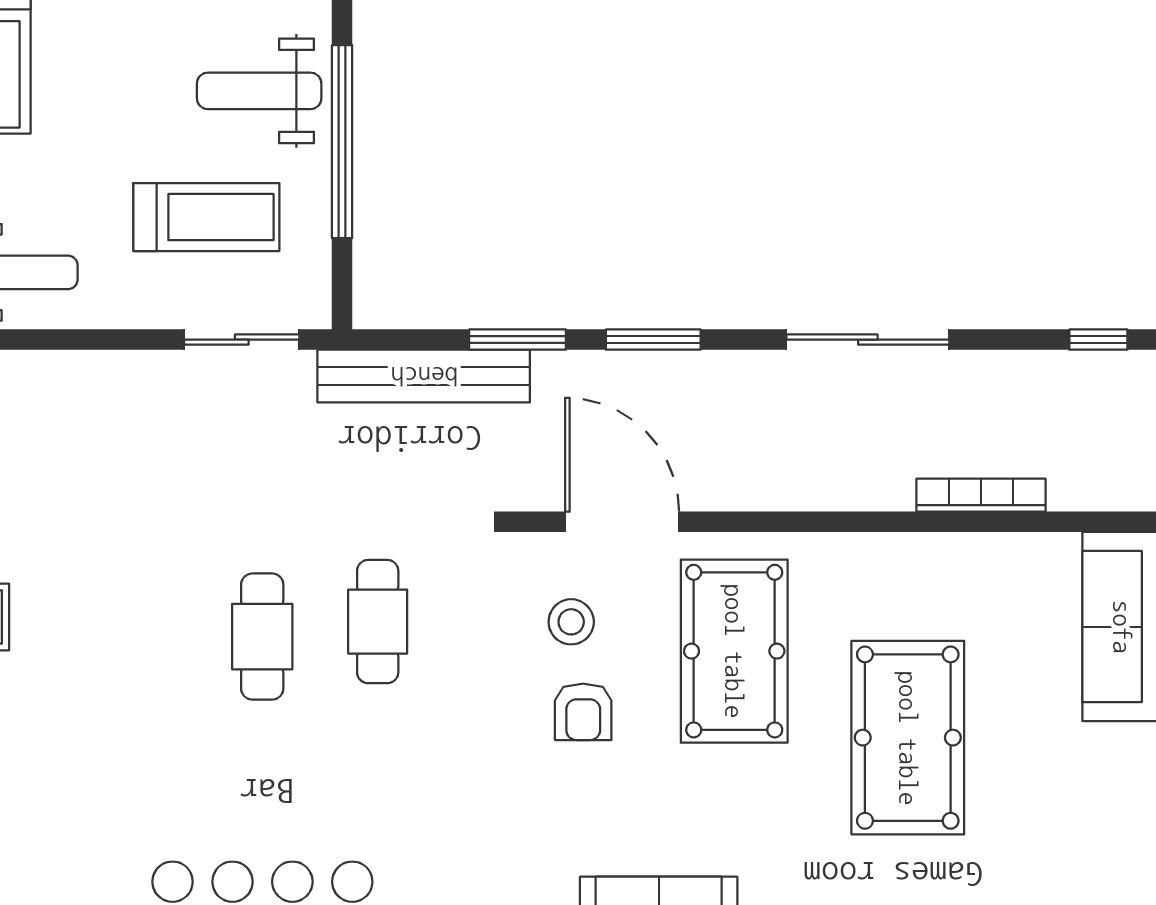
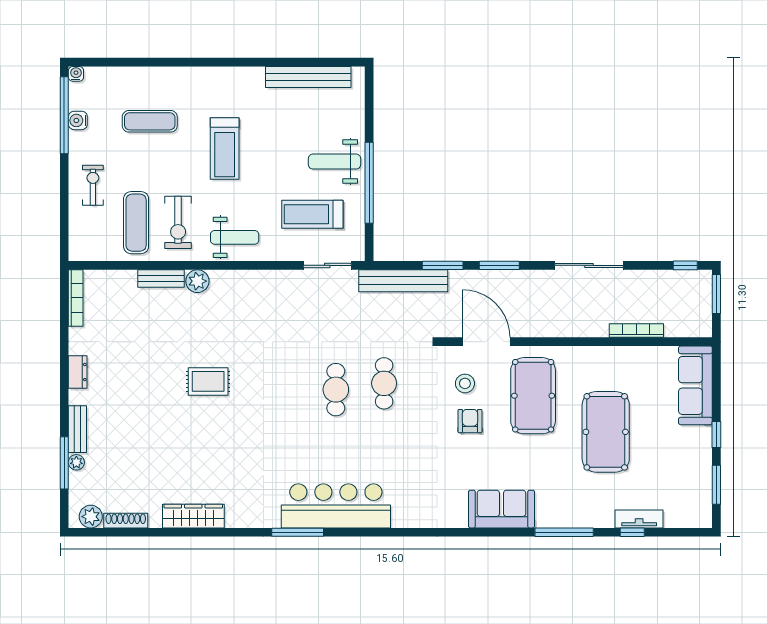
treadmill: (206, 217) -> (312, 214), turned 180
armchair: (583, 712) -> (470, 421), turned 180

